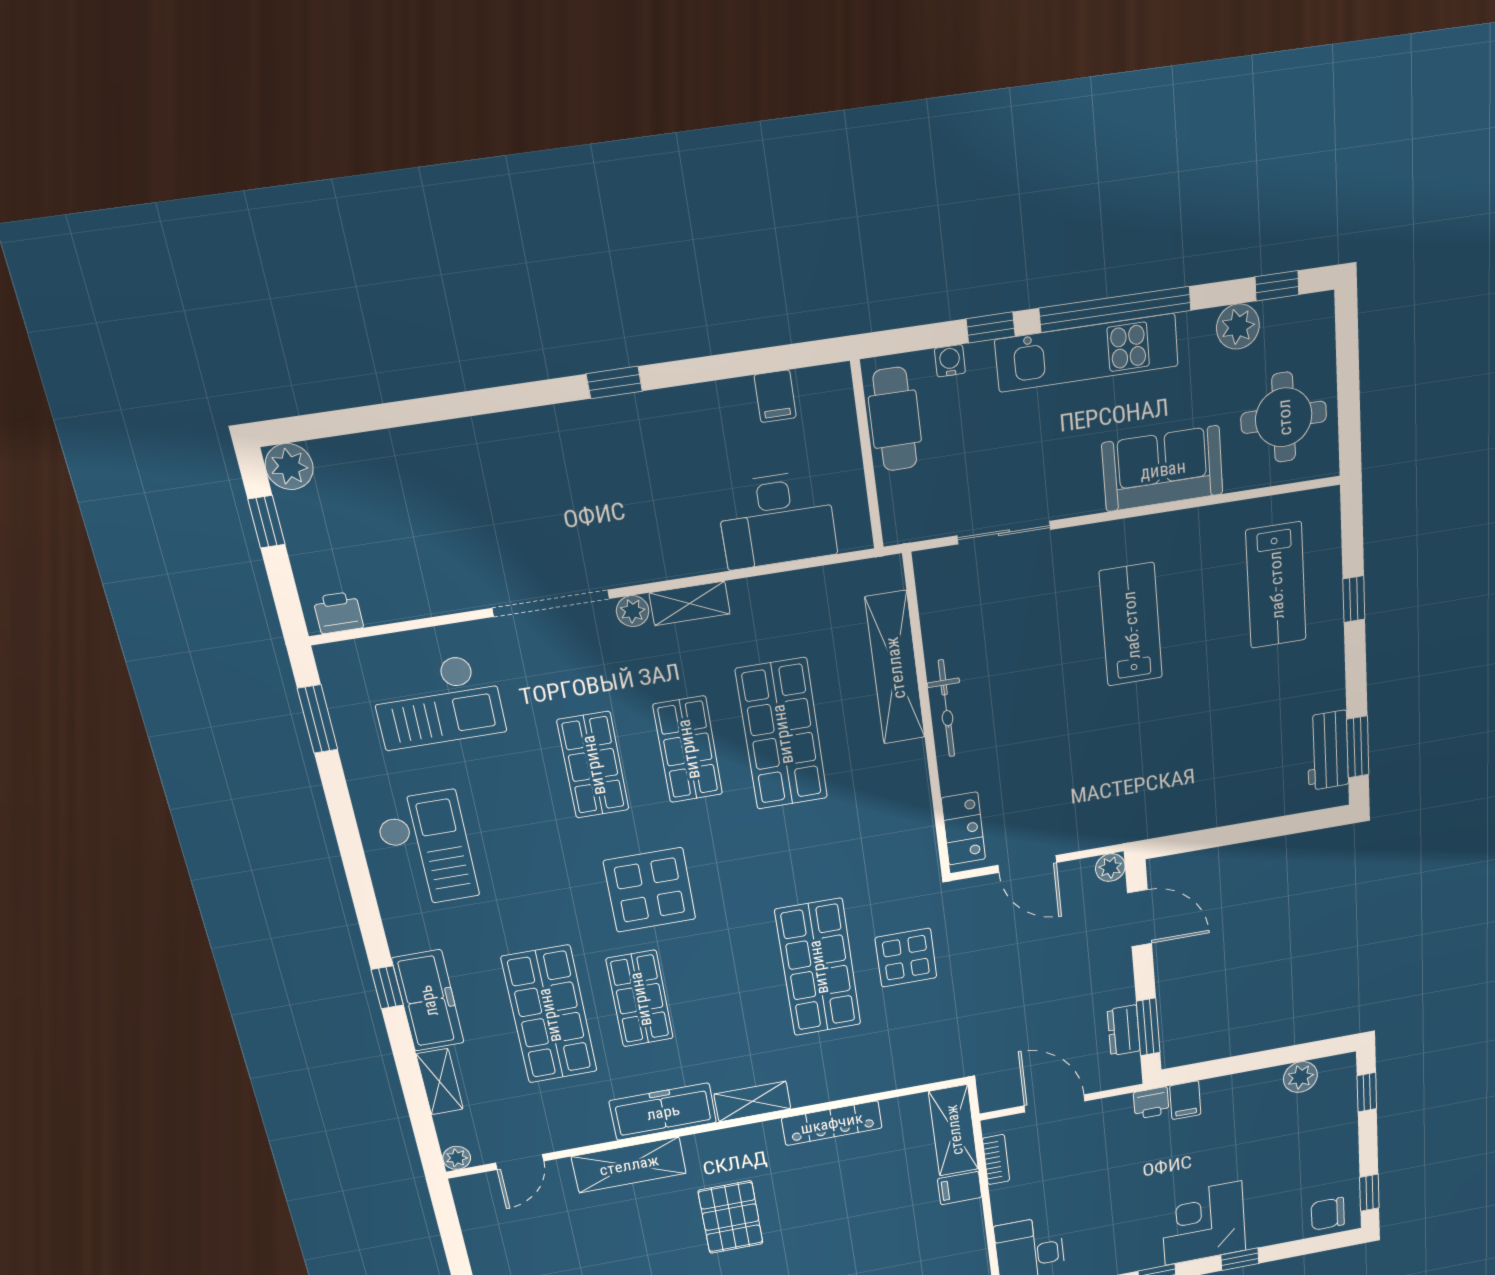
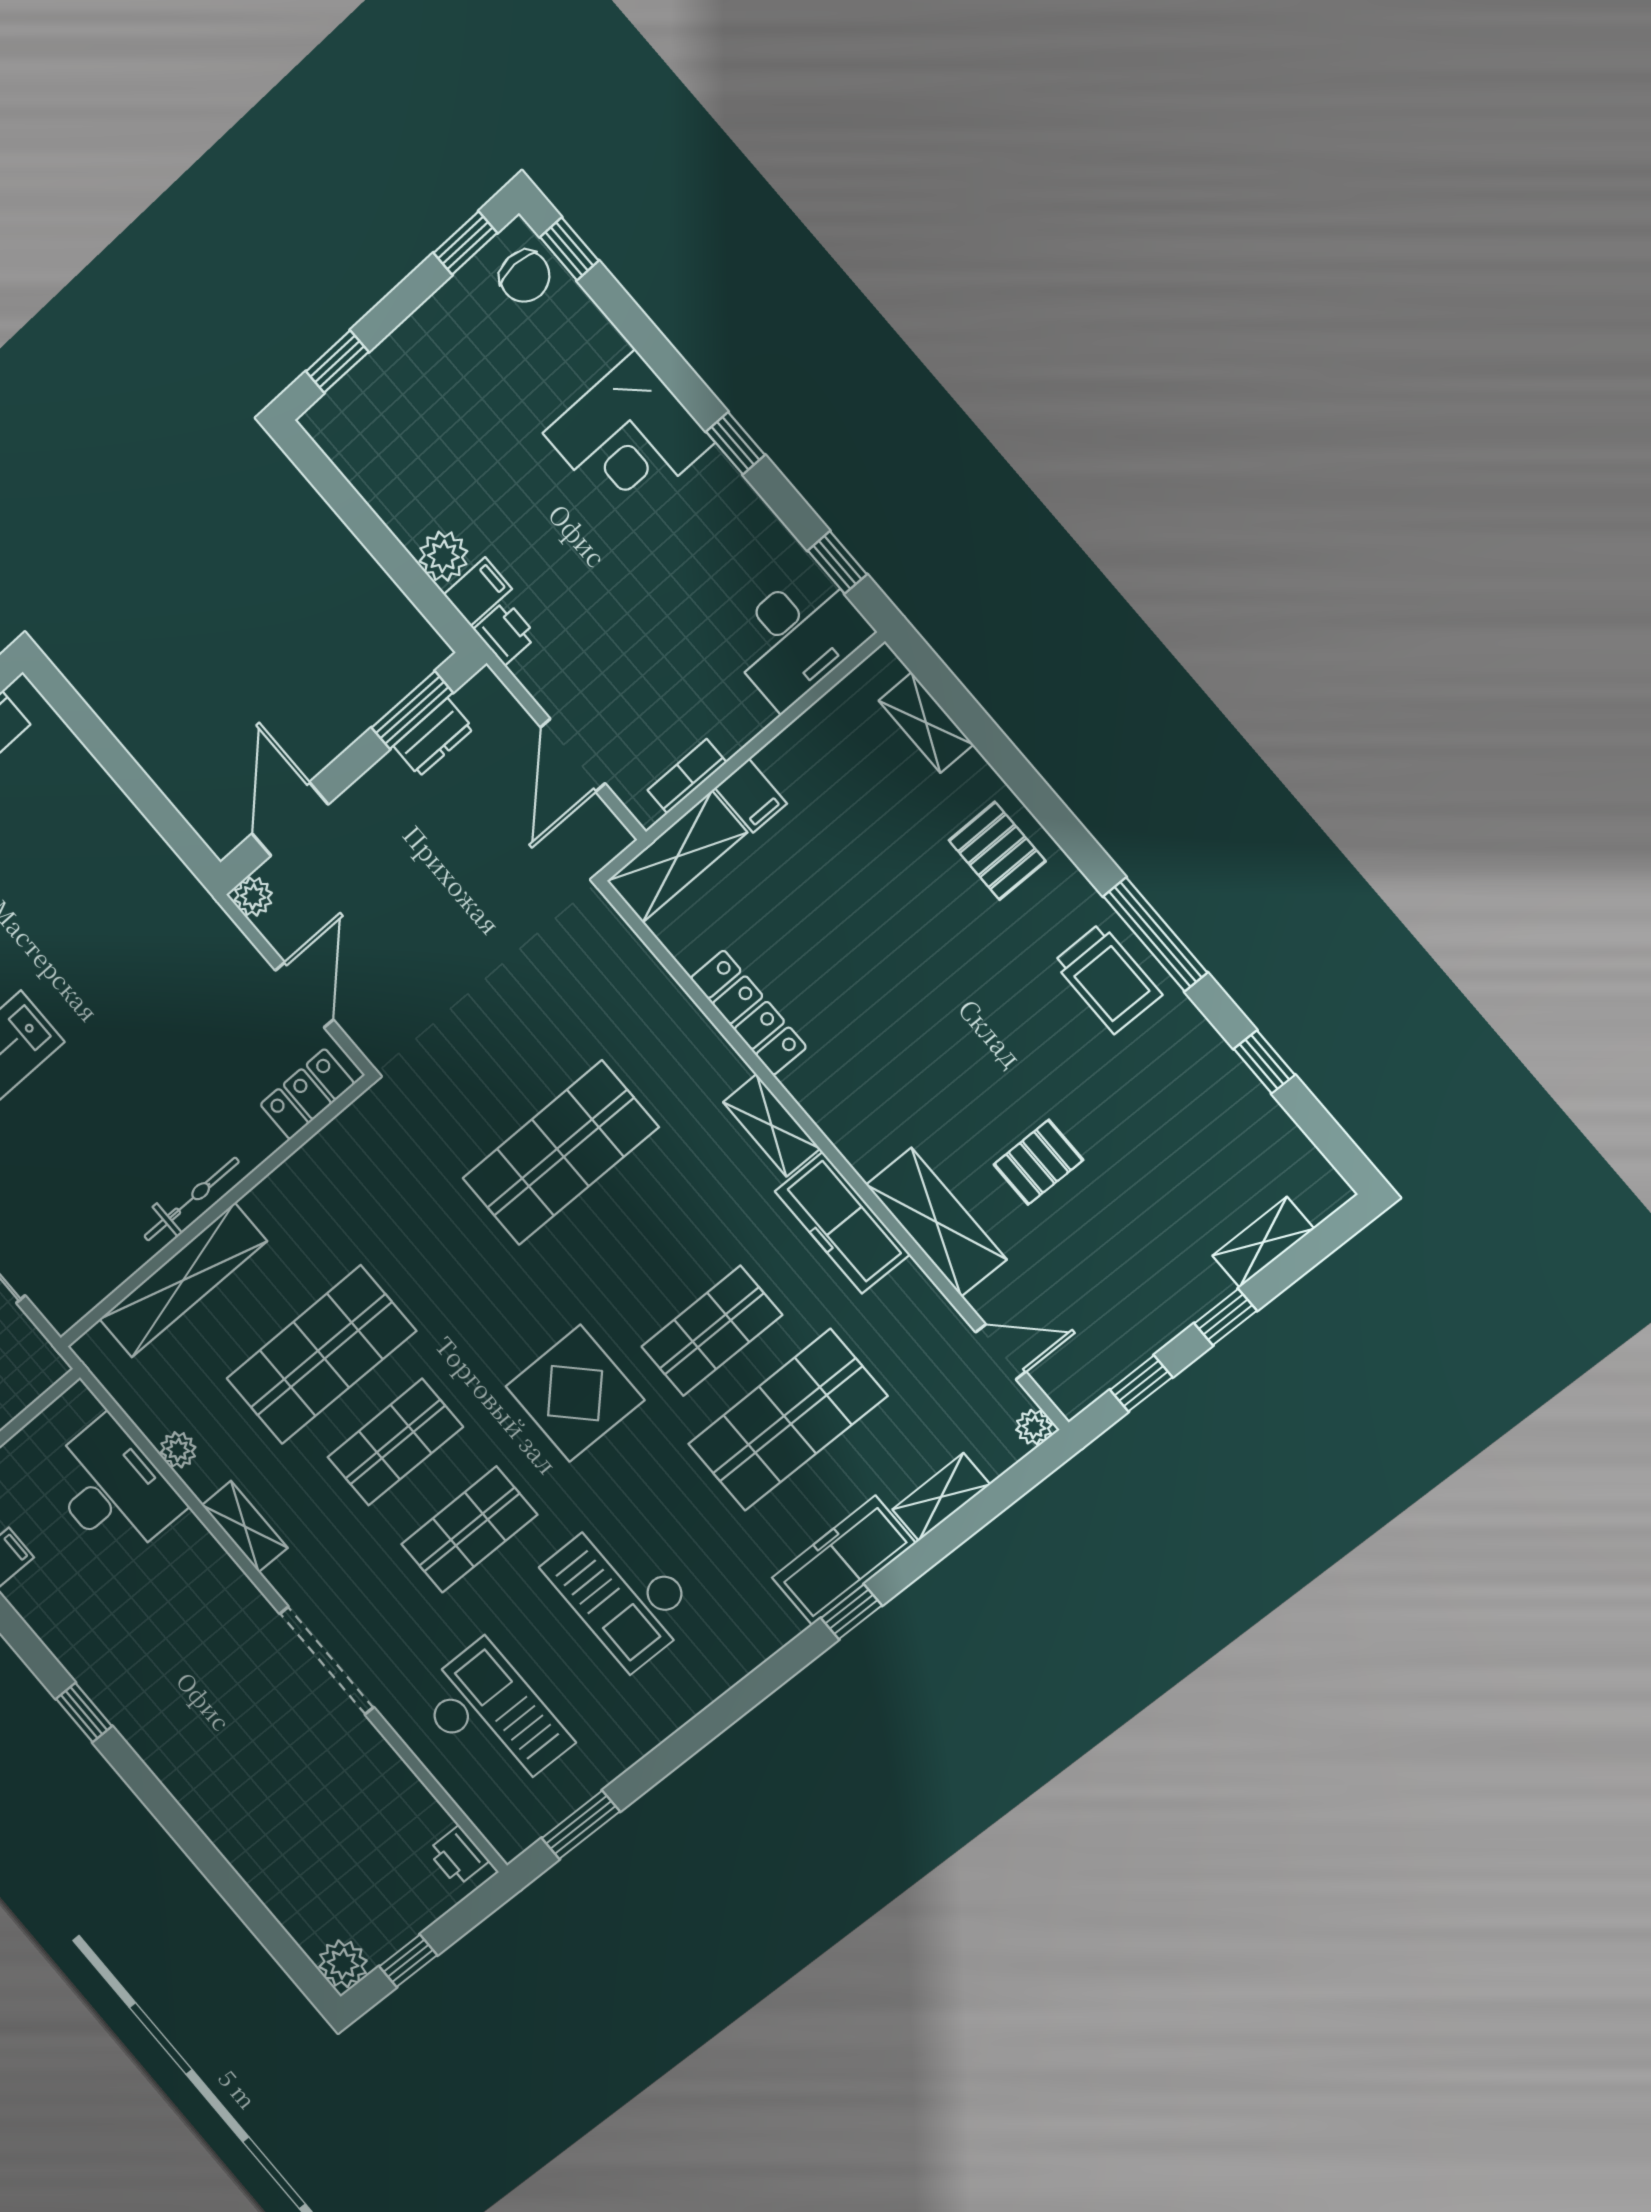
plant: (633, 611) -> (178, 1450), moved
checkout: (426, 849) -> (622, 1591), moved, turned -90
display table: (906, 958) -> (492, 1060), removed
plant: (1300, 1077) -> (443, 556), moved
pallet: (731, 1217) -> (1038, 1162), moved, width x0.67, depth x0.71
window: (450, 1231) -> (1141, 1383), added
window: (1240, 1259) -> (569, 249), moved

